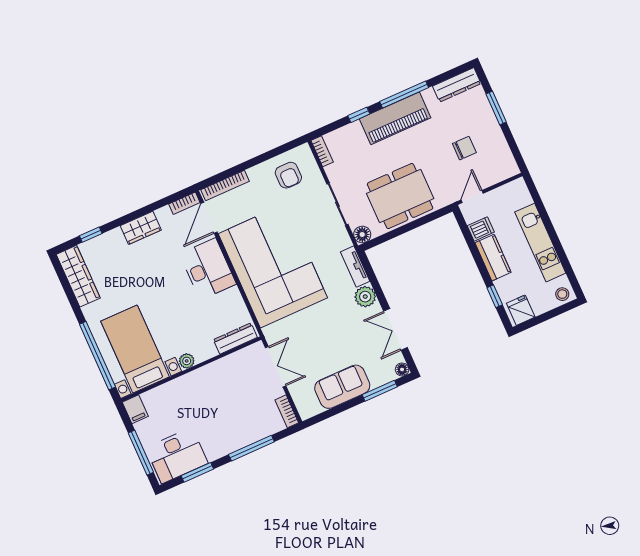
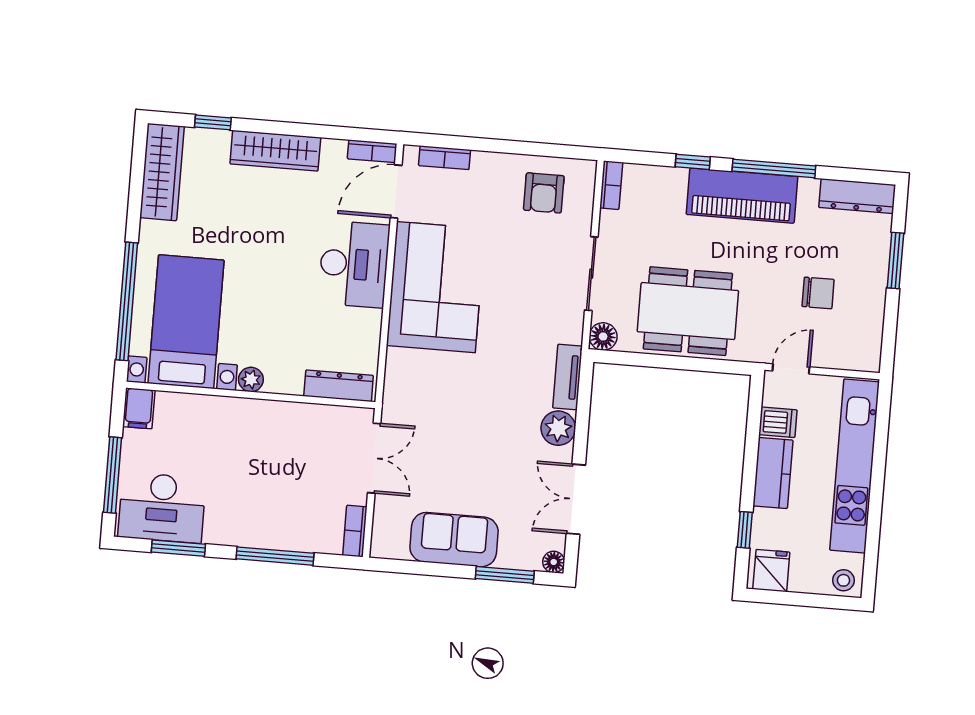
bookcase: (225, 186) -> (445, 158), width x0.64
wardrobe: (141, 228) -> (275, 151), width x1.50
kitchen unit: (540, 243) -> (855, 466), width x1.36
corner sofa: (273, 266) -> (436, 287), width x0.73, depth x0.74

